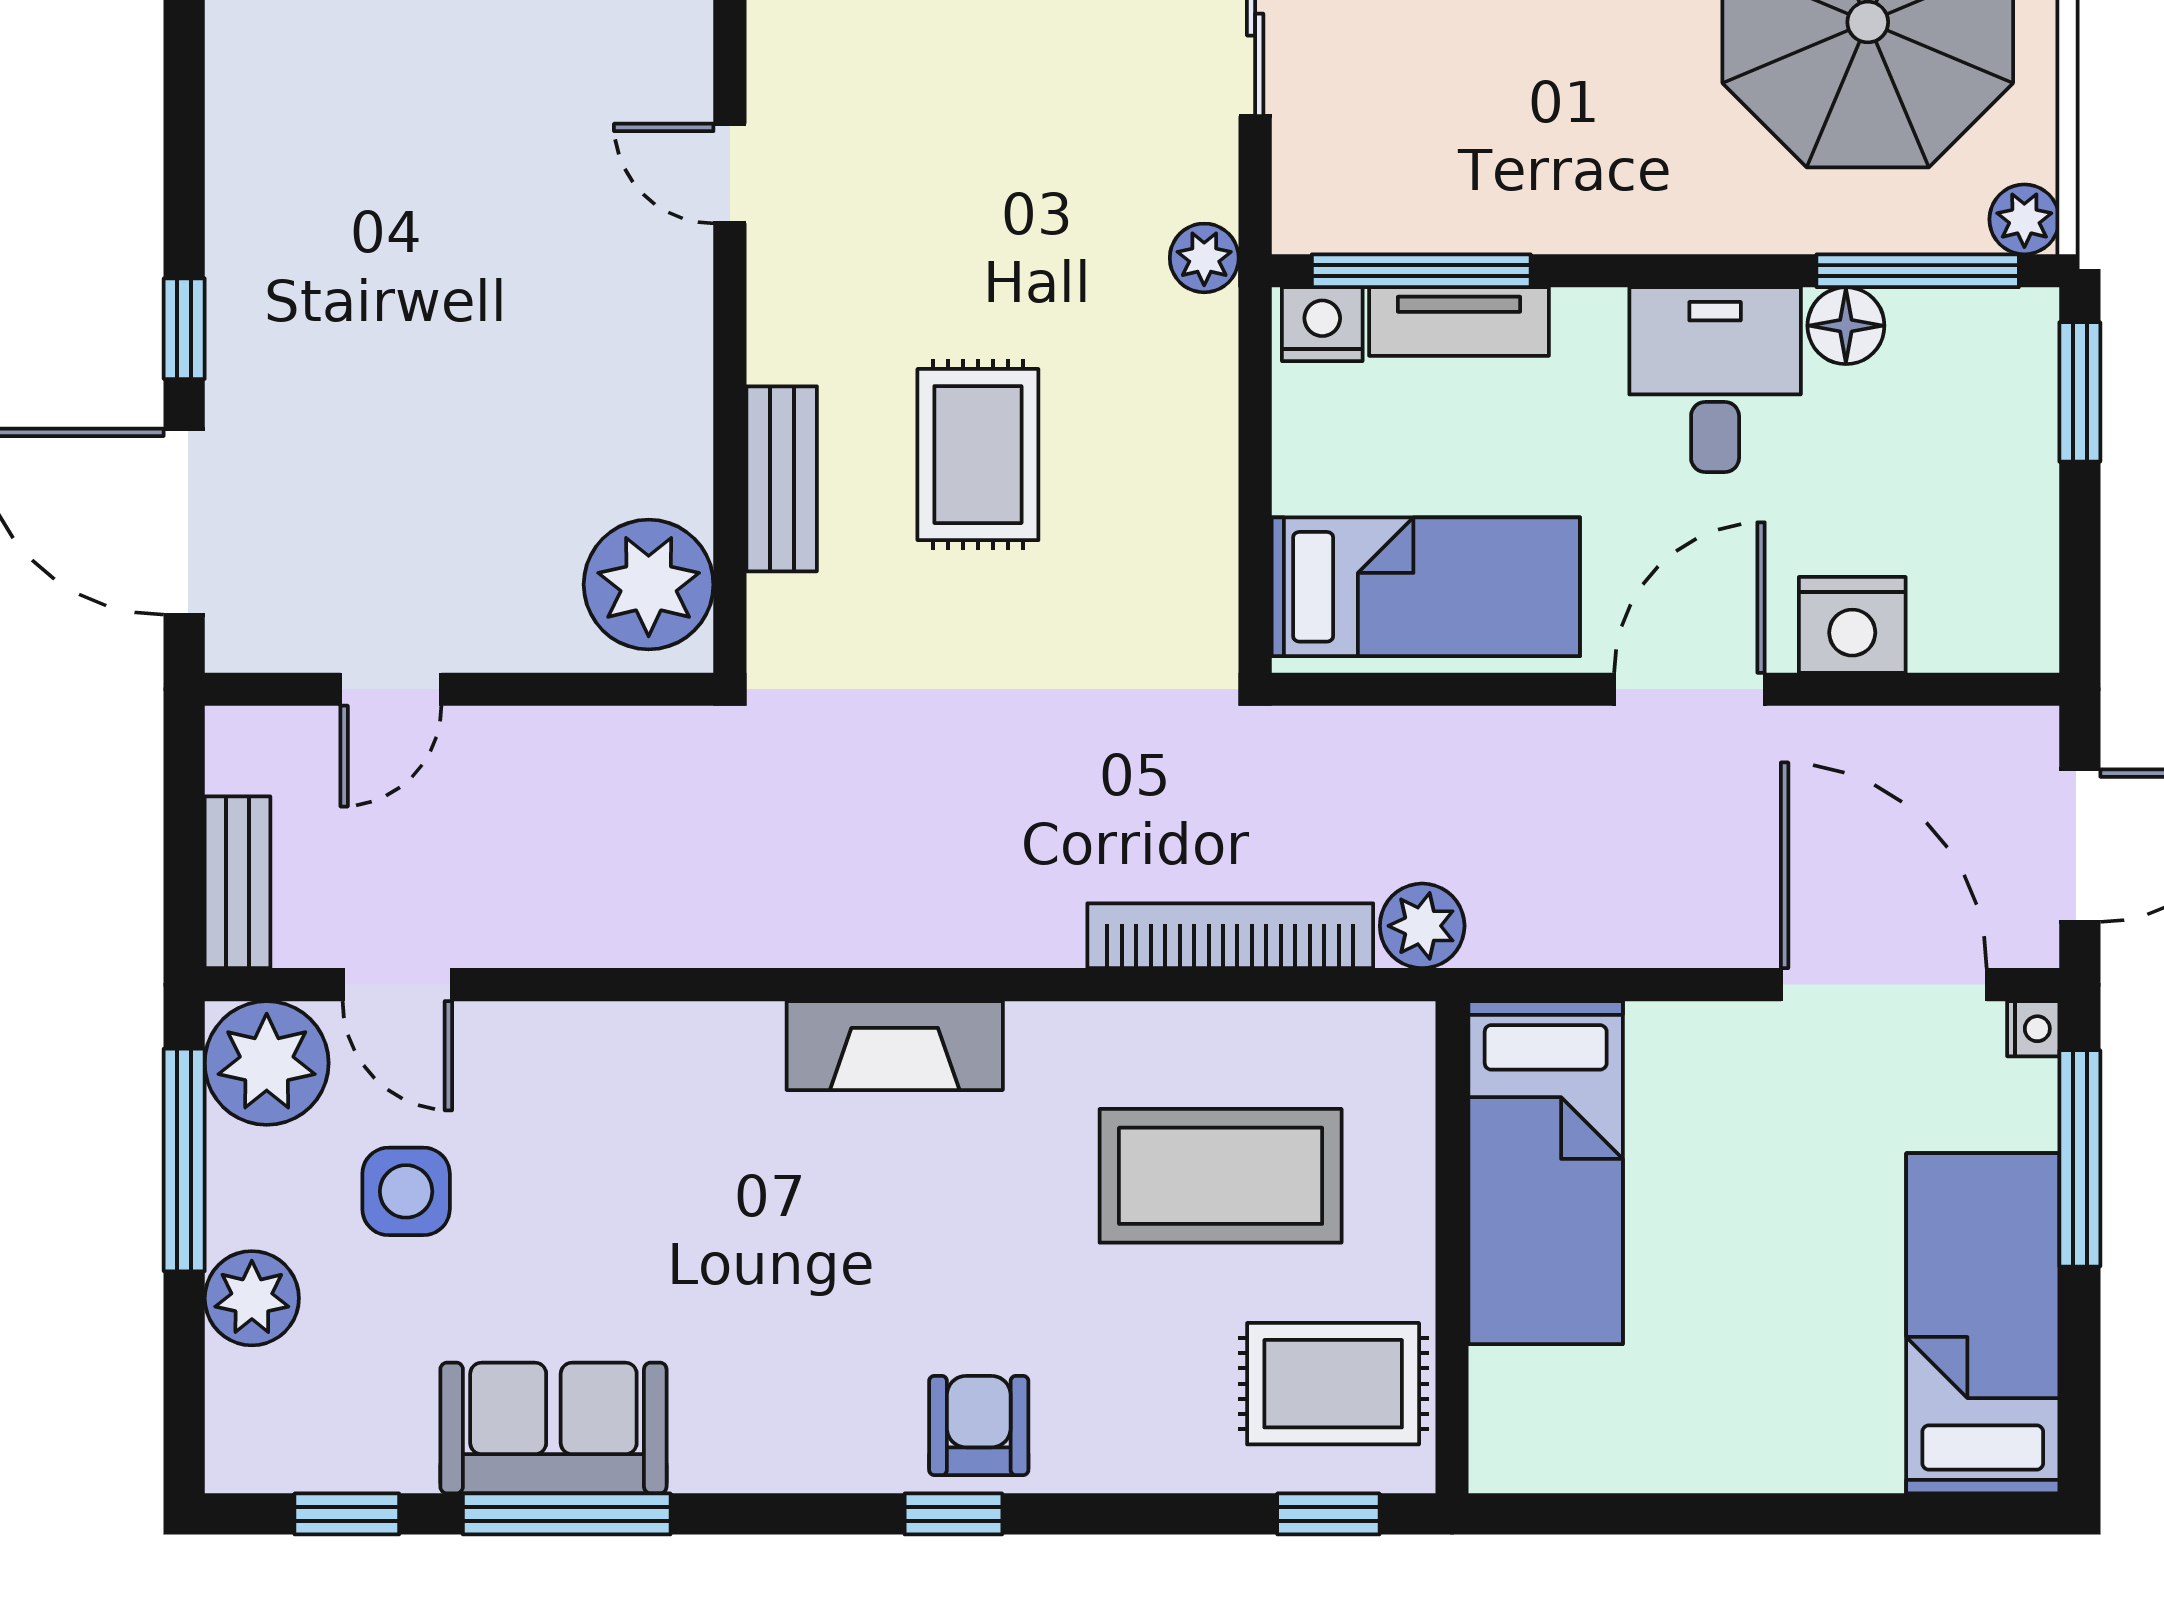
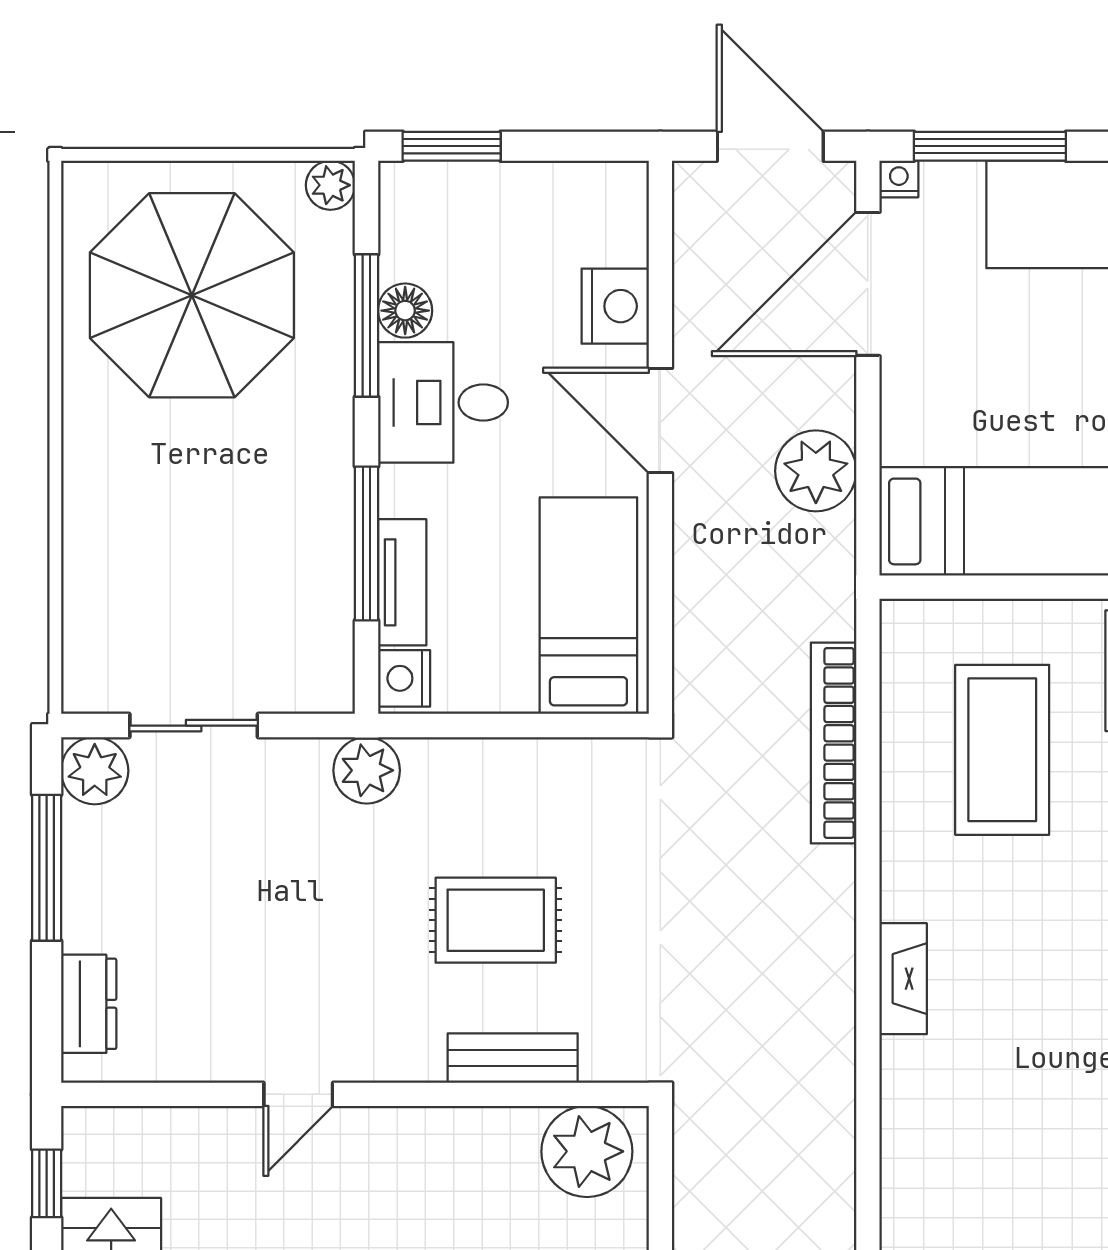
plant: (1204, 258) -> (367, 770), width x1.38, depth x1.38
window: (1421, 271) -> (366, 543), moved
window: (1918, 271) -> (366, 326), moved
plant: (1422, 926) -> (816, 471), moved, width x1.36, depth x1.36
fireplace: (895, 1046) -> (903, 979), width x0.73, depth x0.76

